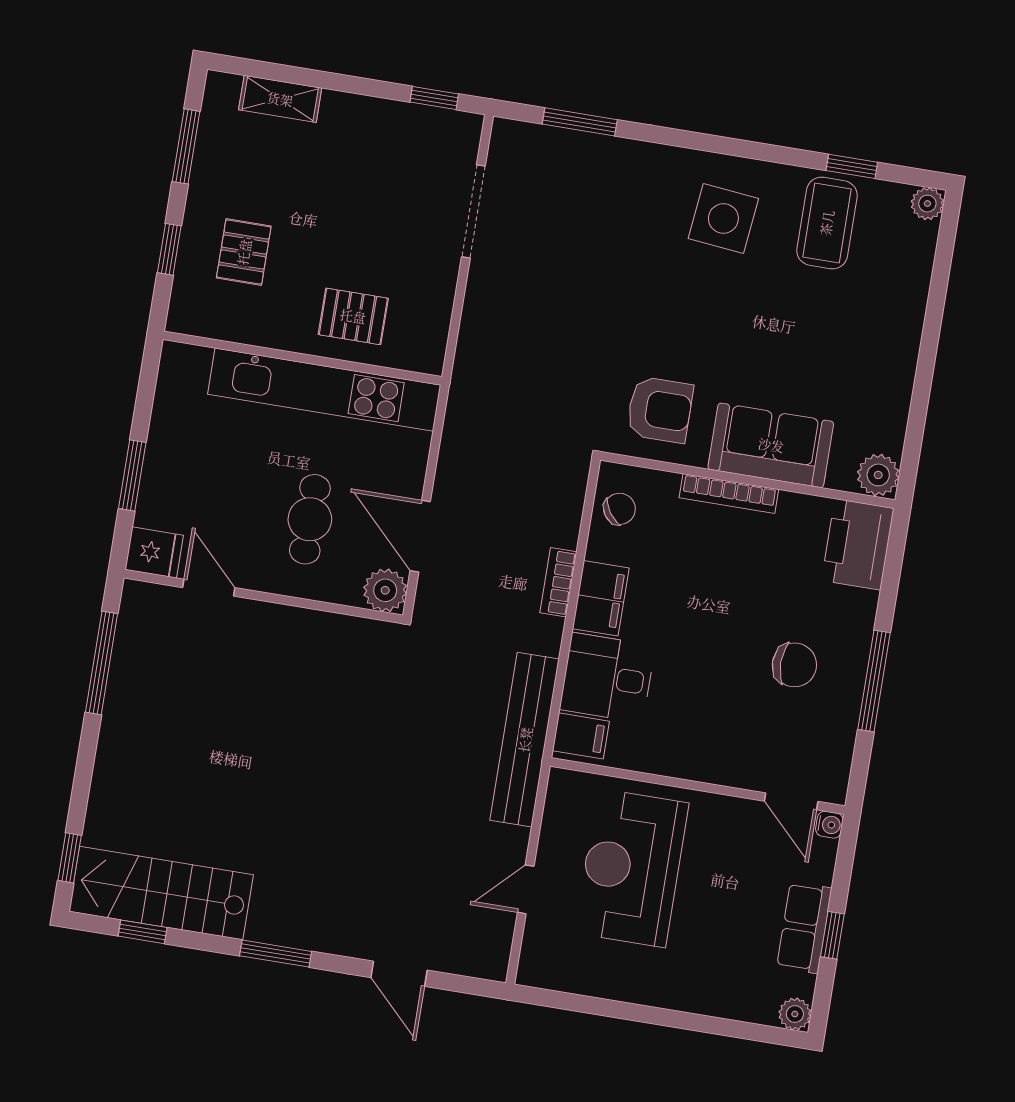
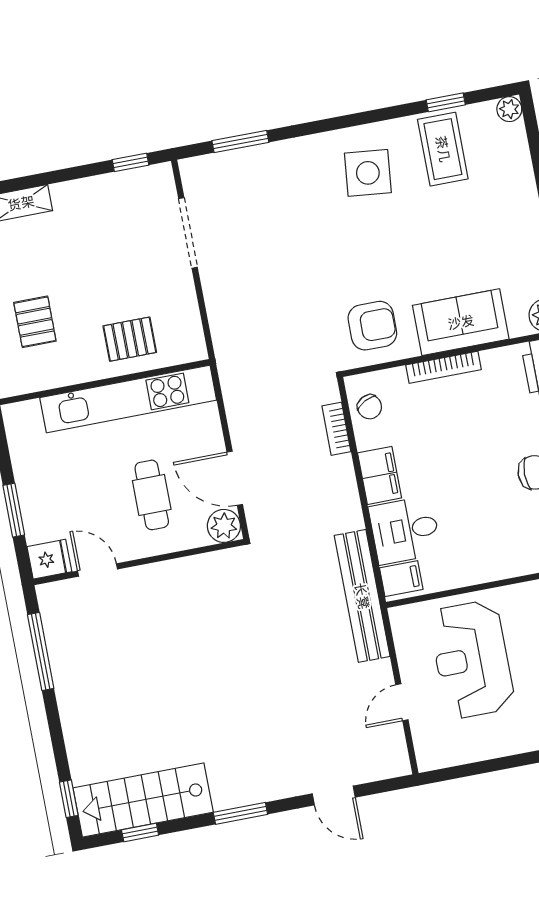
chair: (619, 509) -> (370, 407), turned 97
bookcase: (558, 582) -> (336, 429), moved

